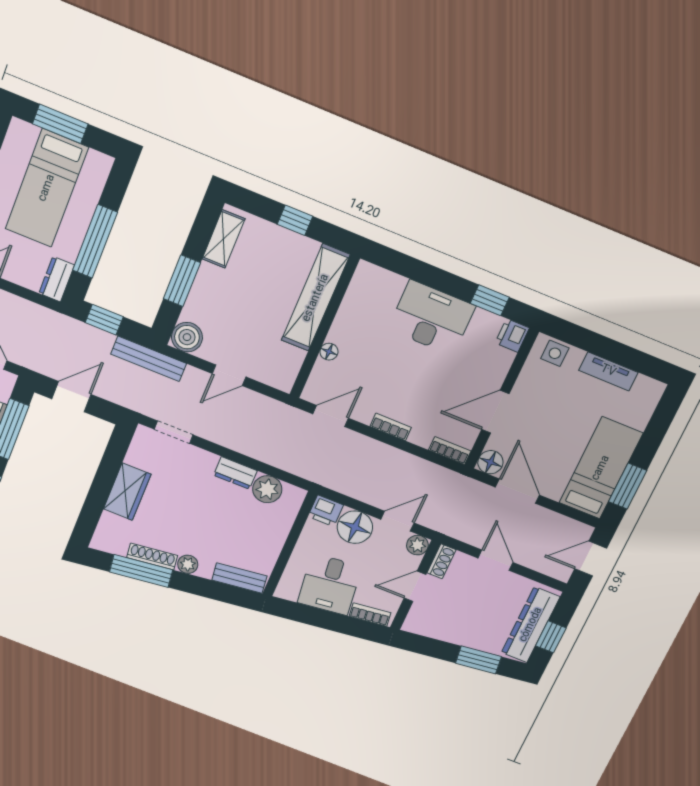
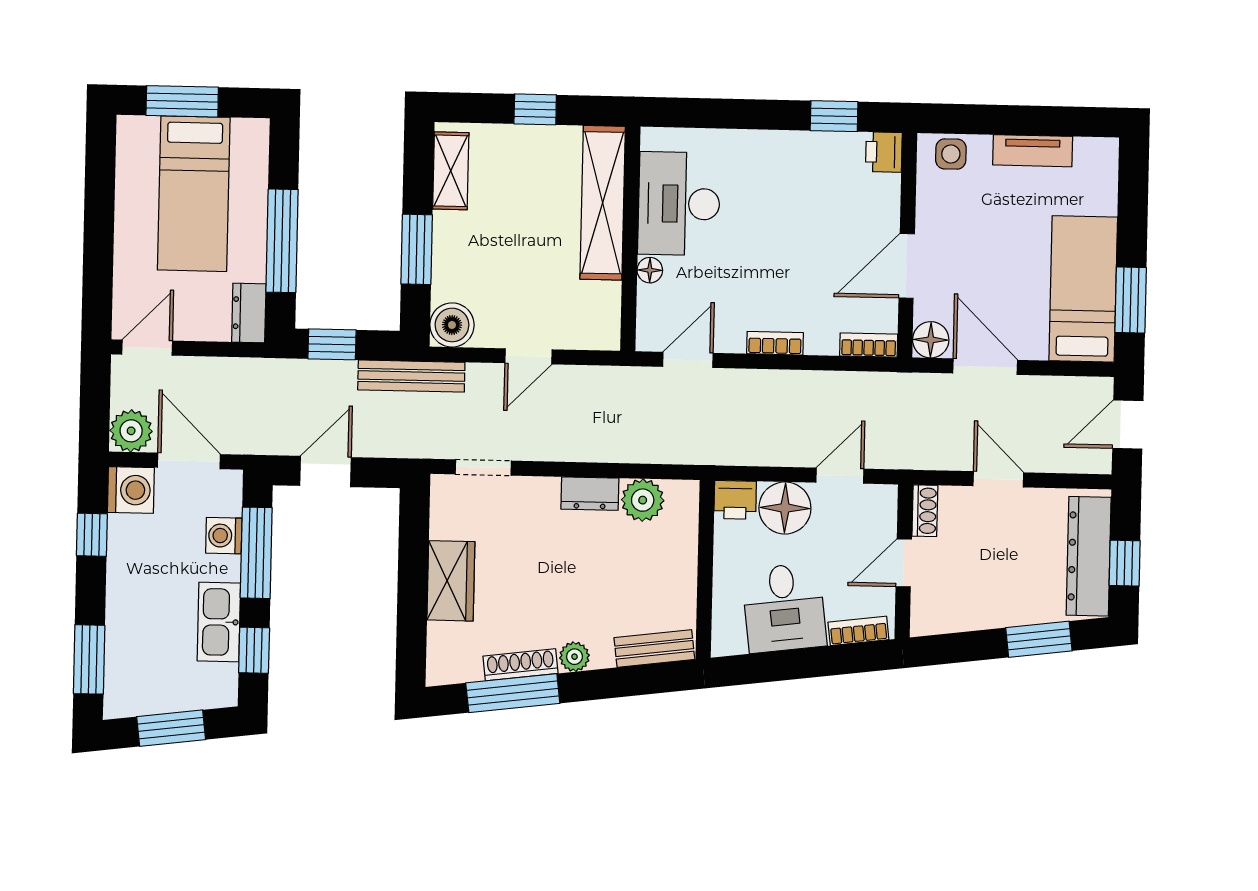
desk: (432, 318) -> (679, 204), moved, turned -90
plant: (417, 545) -> (882, 500), removed

